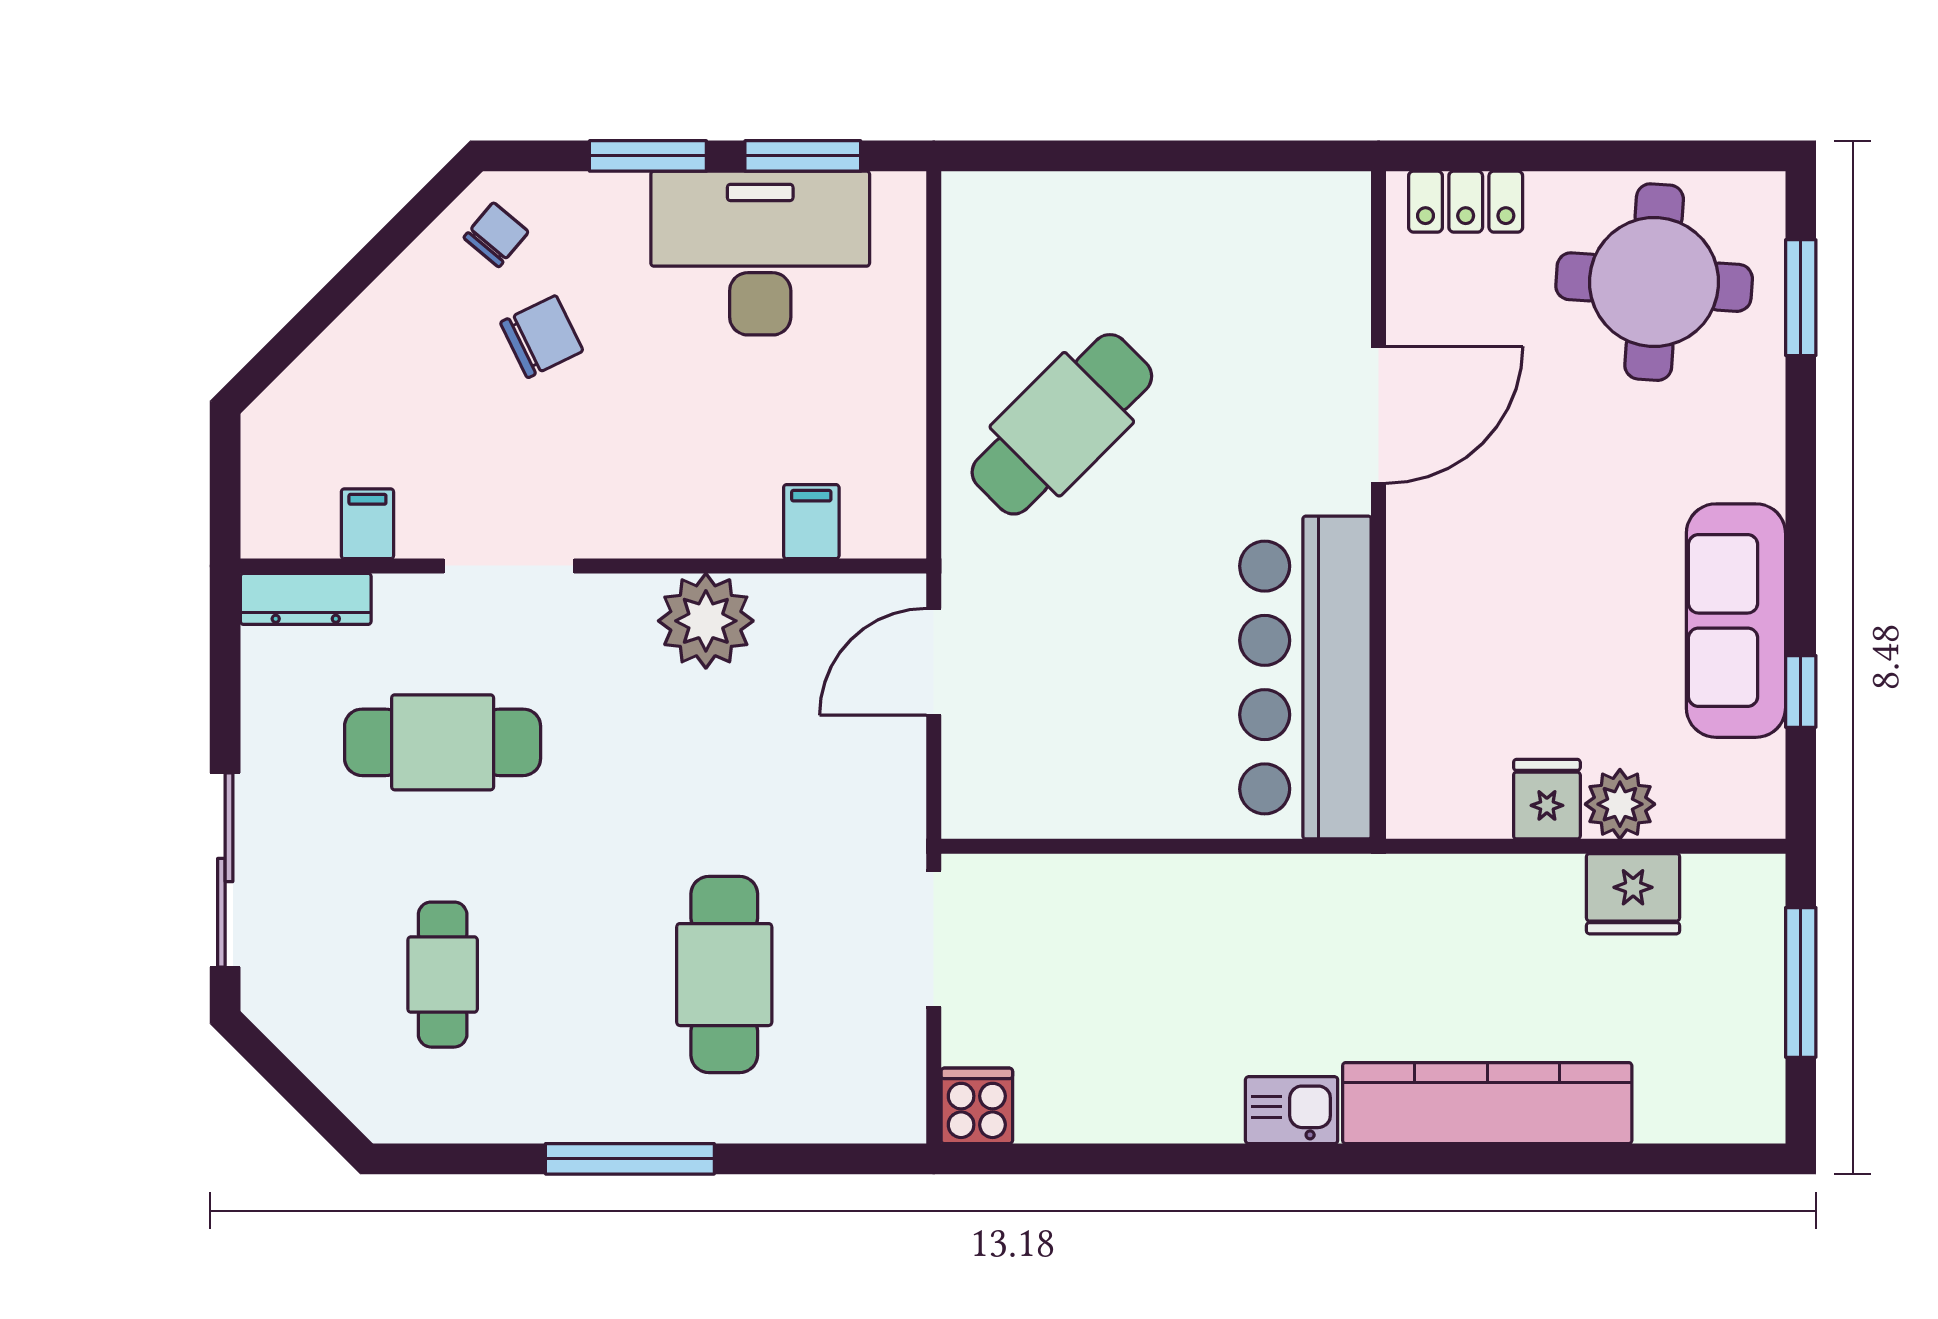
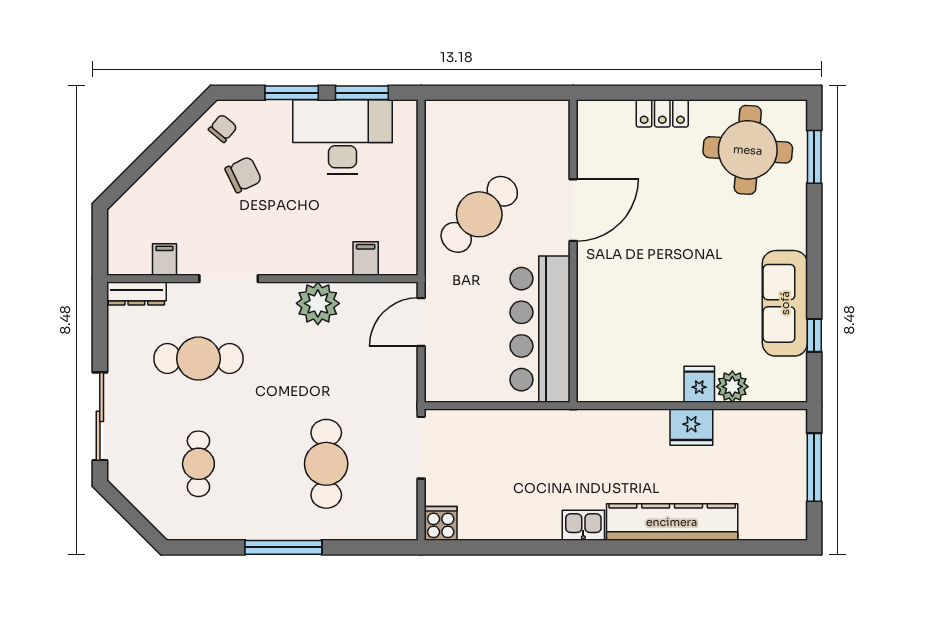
door: (1379, 415) -> (573, 210), moved
wall: (1379, 505) -> (573, 251), moved
bar counter: (1305, 678) -> (540, 329), moved
fridge: (1633, 894) -> (691, 427), moved

